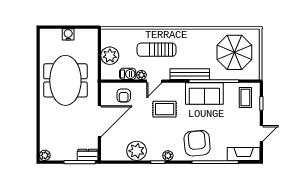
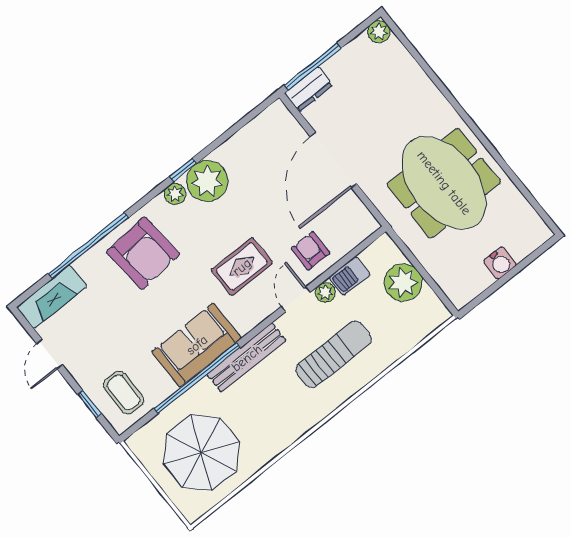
armchair: (124, 95) -> (311, 251), moved
plant: (137, 151) -> (207, 181), moved

